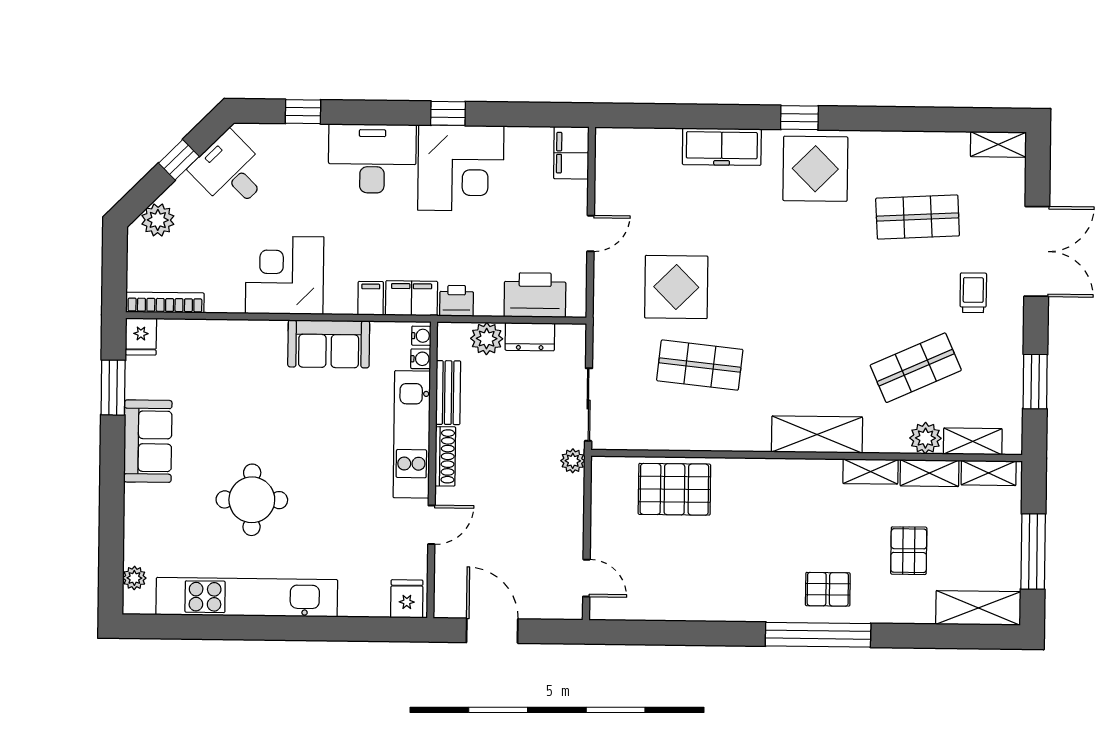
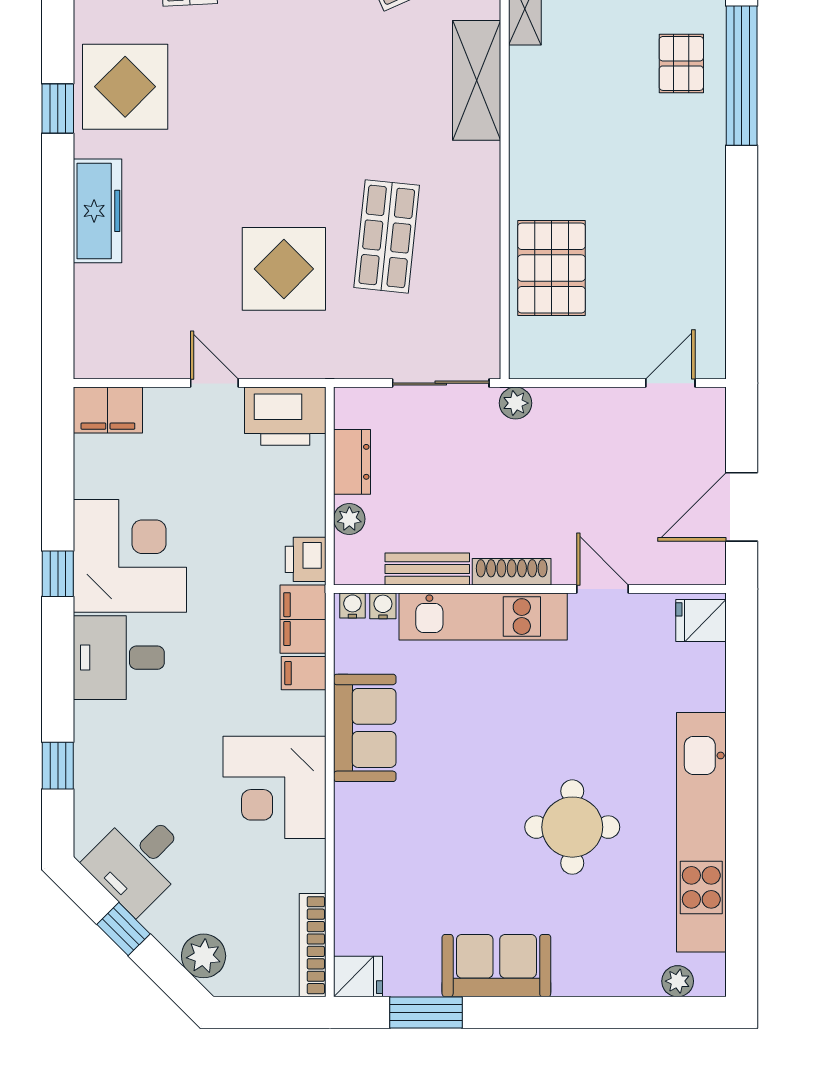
desk: (372, 159) -> (119, 658), width x0.73
printer: (535, 295) -> (285, 416), moved, turned -90
plant: (487, 339) -> (349, 519), width x0.73, depth x0.73

